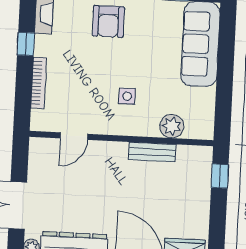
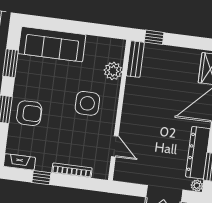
side table: (127, 96) -> (87, 103), width x1.87, depth x1.87
bench: (152, 152) -> (135, 59), moved

